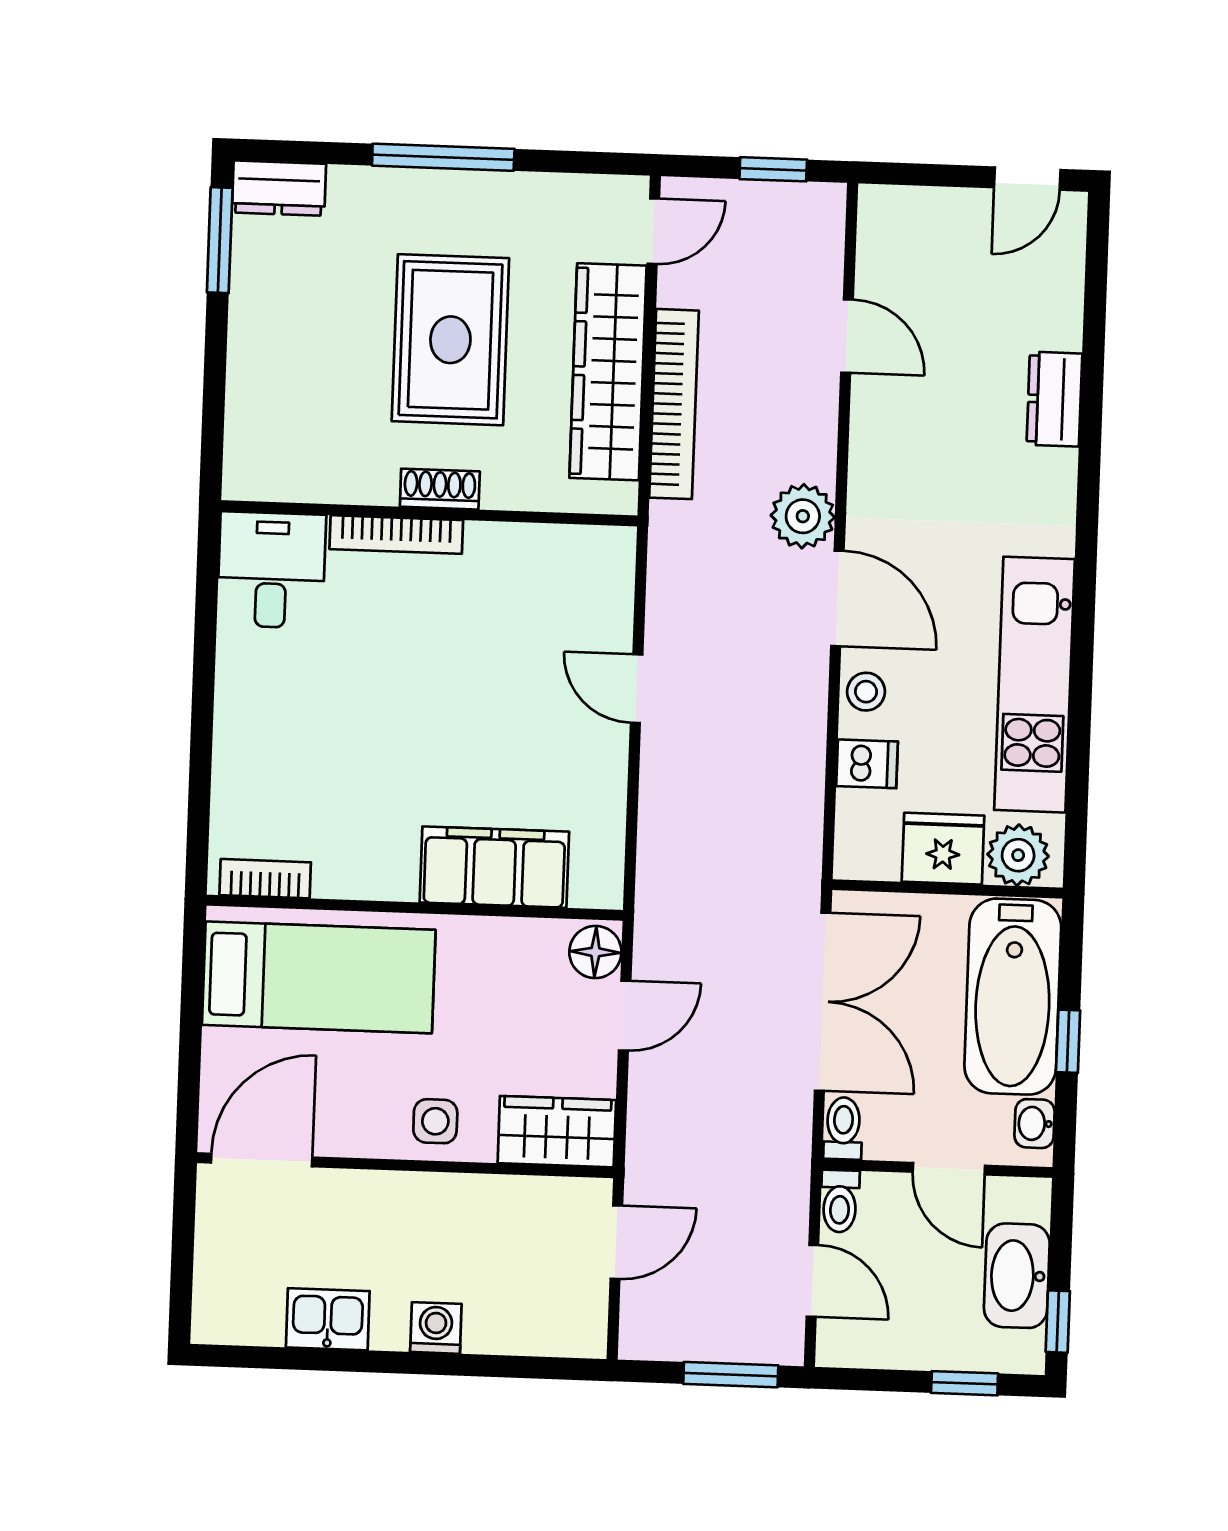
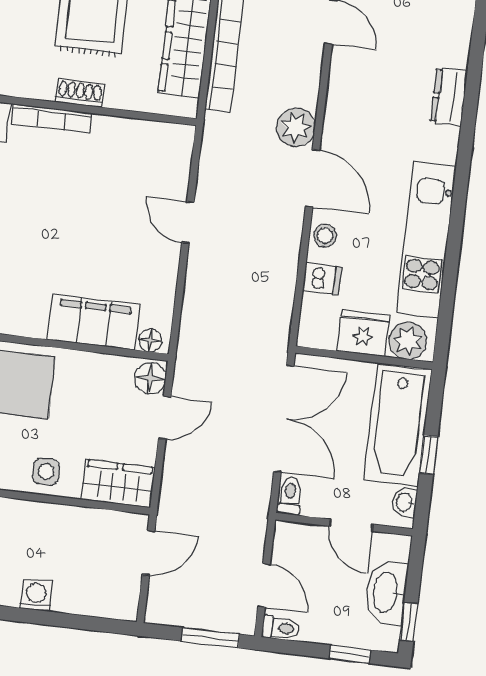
dresser: (1054, 399) -> (449, 97), moved
floor lamp: (591, 889) -> (150, 340), added
toilet: (840, 1201) -> (281, 628), moved, turned -90

